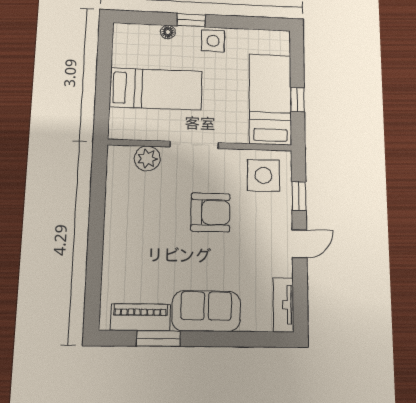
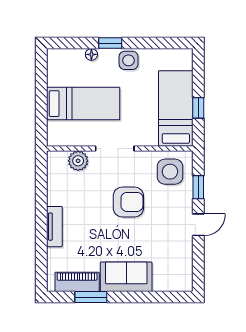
tv unit: (283, 305) -> (54, 227), moved, turned 180

